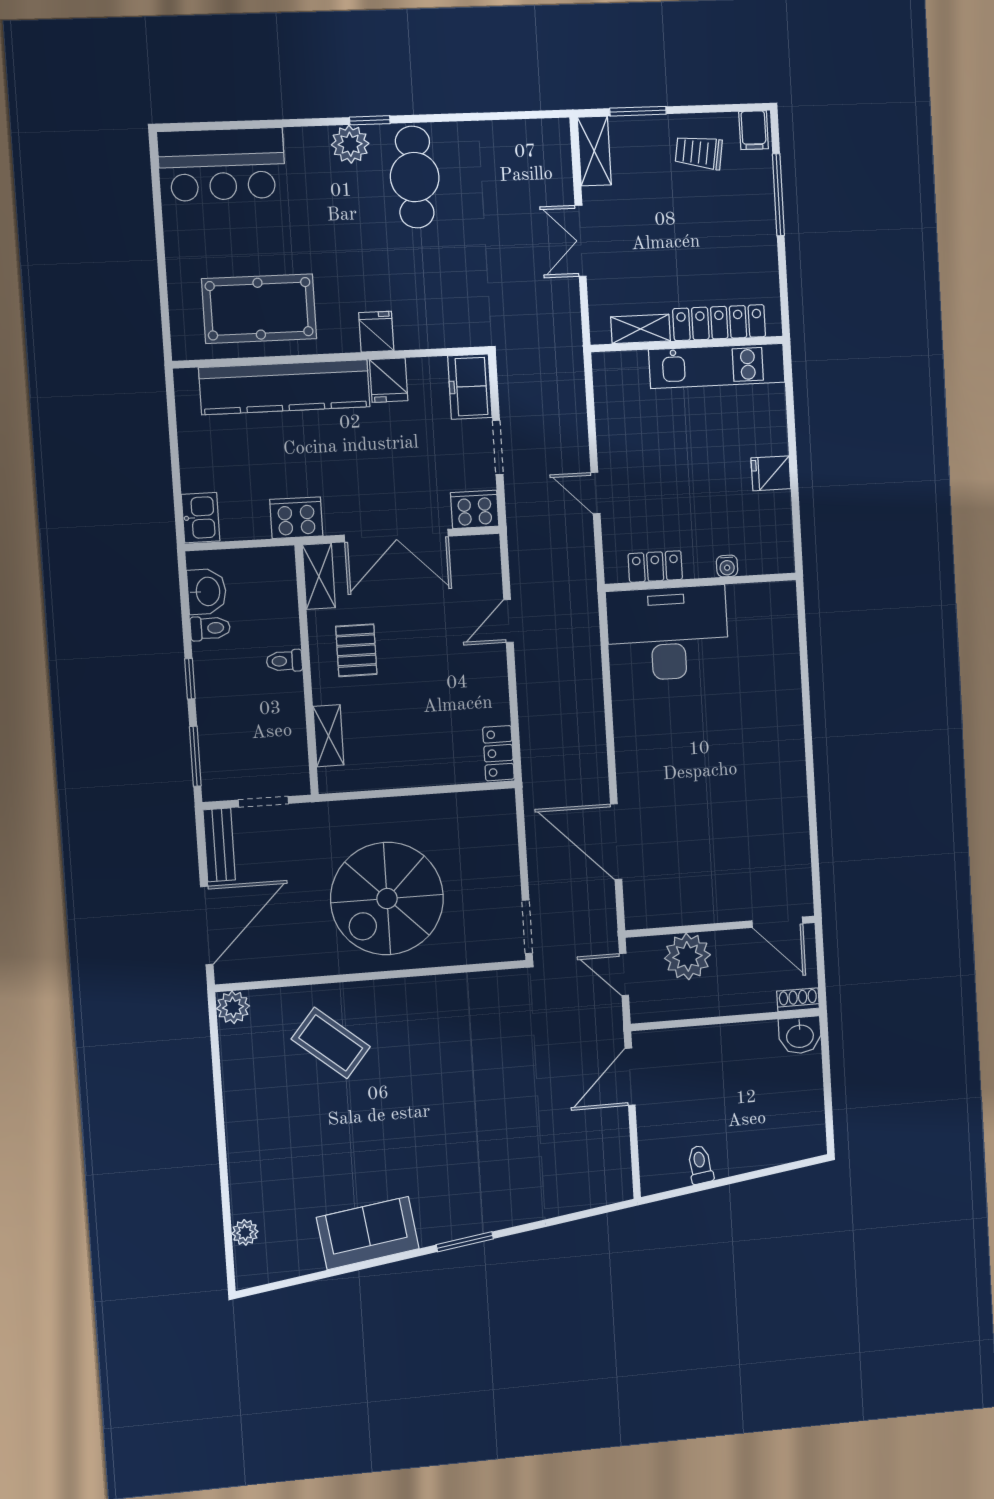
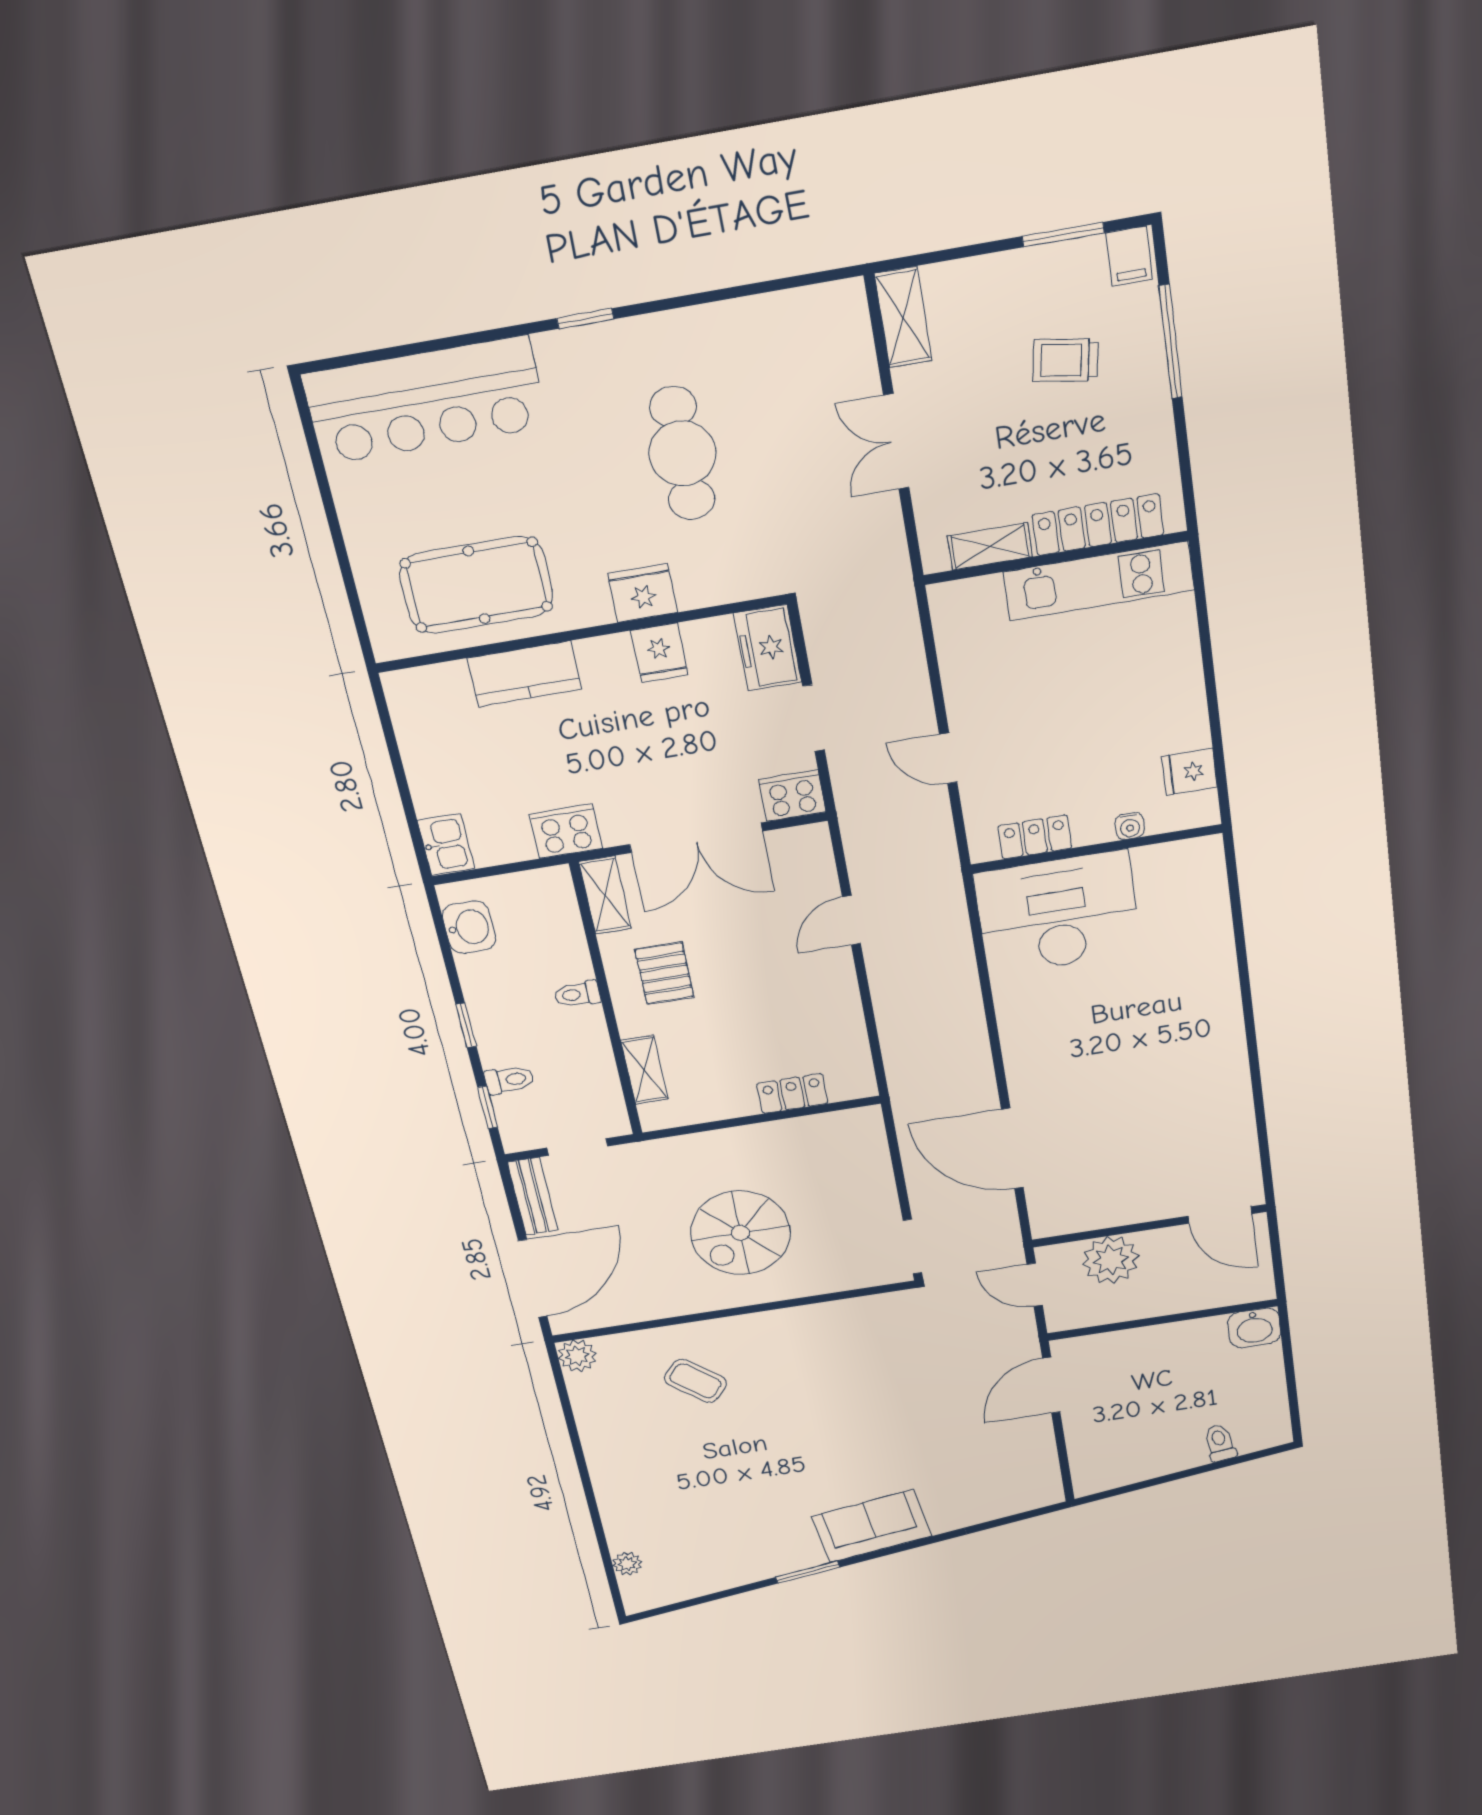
window: (638, 111) -> (1063, 235), moved
plant: (350, 144) -> (563, 355), removed
trolley: (699, 152) -> (1066, 360), moved
bar counter: (222, 164) -> (425, 400), width x1.36
cafe table: (415, 177) -> (682, 453), moved
fridge: (376, 332) -> (643, 593), width x1.38
kitchen counter: (285, 387) -> (525, 674), width x0.48, depth x0.86
fridge: (771, 473) -> (1189, 772), moved
toilet: (210, 628) -> (509, 1080), moved
locker: (498, 753) -> (792, 1094), moved, turned 90
window: (195, 756) -> (488, 1107), width x0.67
spiral stairs: (387, 899) -> (740, 1233), width x0.73, depth x0.73
shoe rack: (798, 1000) -> (1250, 1292), removed
coffee table: (331, 1043) -> (696, 1381), width x0.73, depth x0.77
toilet: (700, 1165) -> (1220, 1443), moved
sofa: (368, 1233) -> (872, 1526), moved
window: (465, 1242) -> (808, 1572), moved

